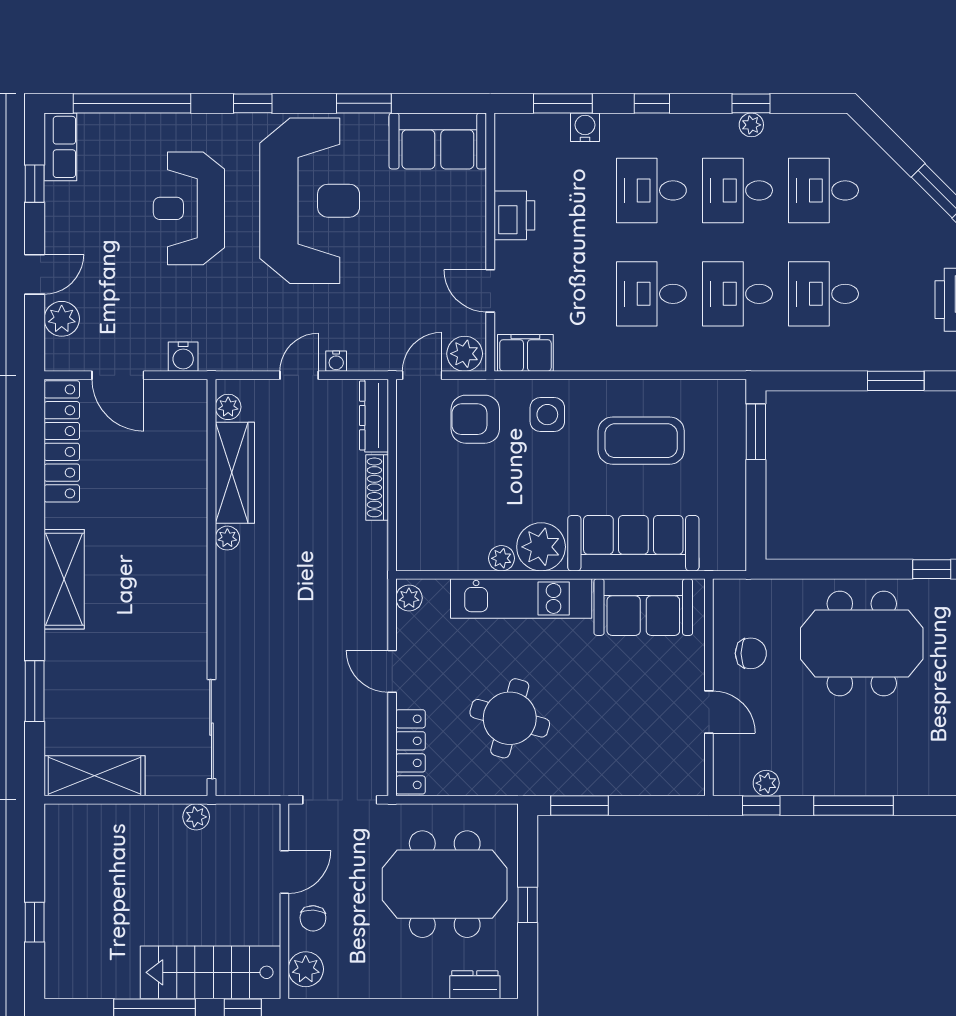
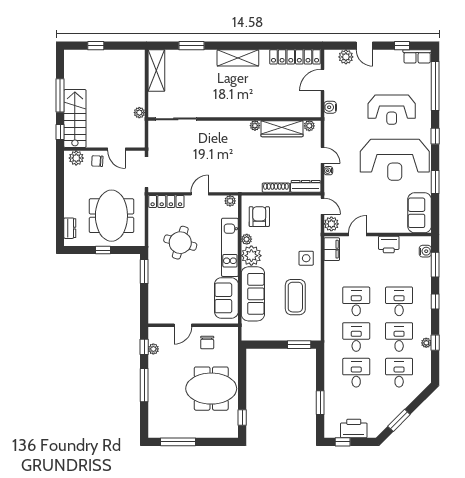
water cooler: (585, 127) -> (425, 251), moved
reception desk: (189, 208) -> (392, 110), turned 180
armchair: (475, 419) -> (259, 217), moved
meeting table: (862, 644) -> (211, 389), turned 90

